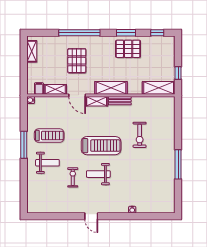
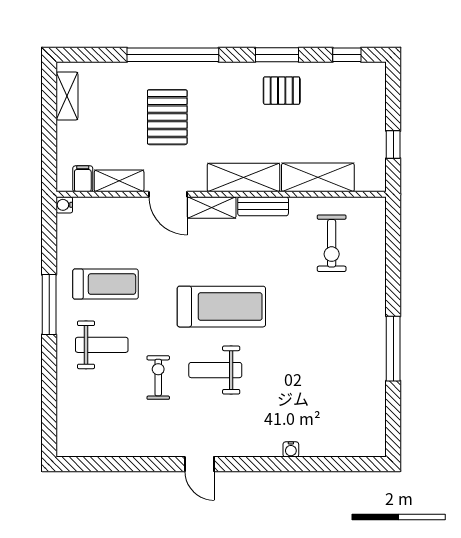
pallet: (128, 49) -> (282, 91), width x0.67, depth x0.71
shelving: (159, 88) -> (318, 177), moved
exercise bike: (140, 135) -> (332, 243), moved

